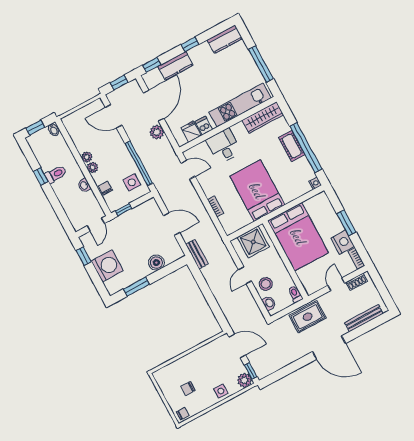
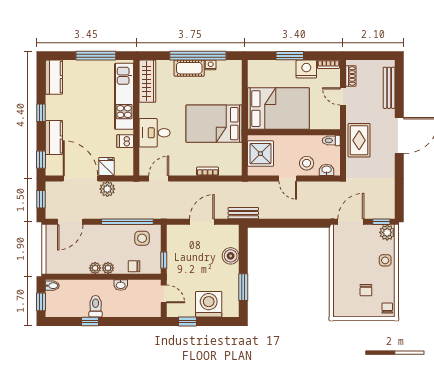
fridge: (191, 132) -> (107, 166), moved, turned 90
nightstand: (315, 183) -> (211, 65), moved

